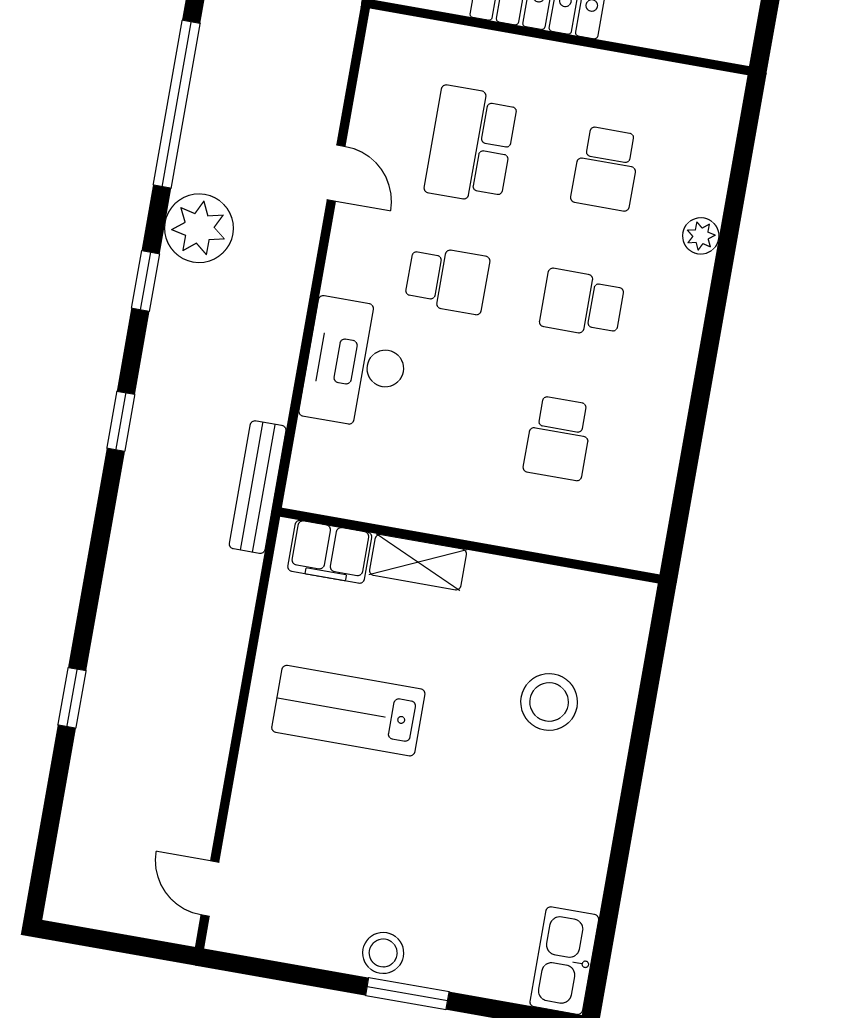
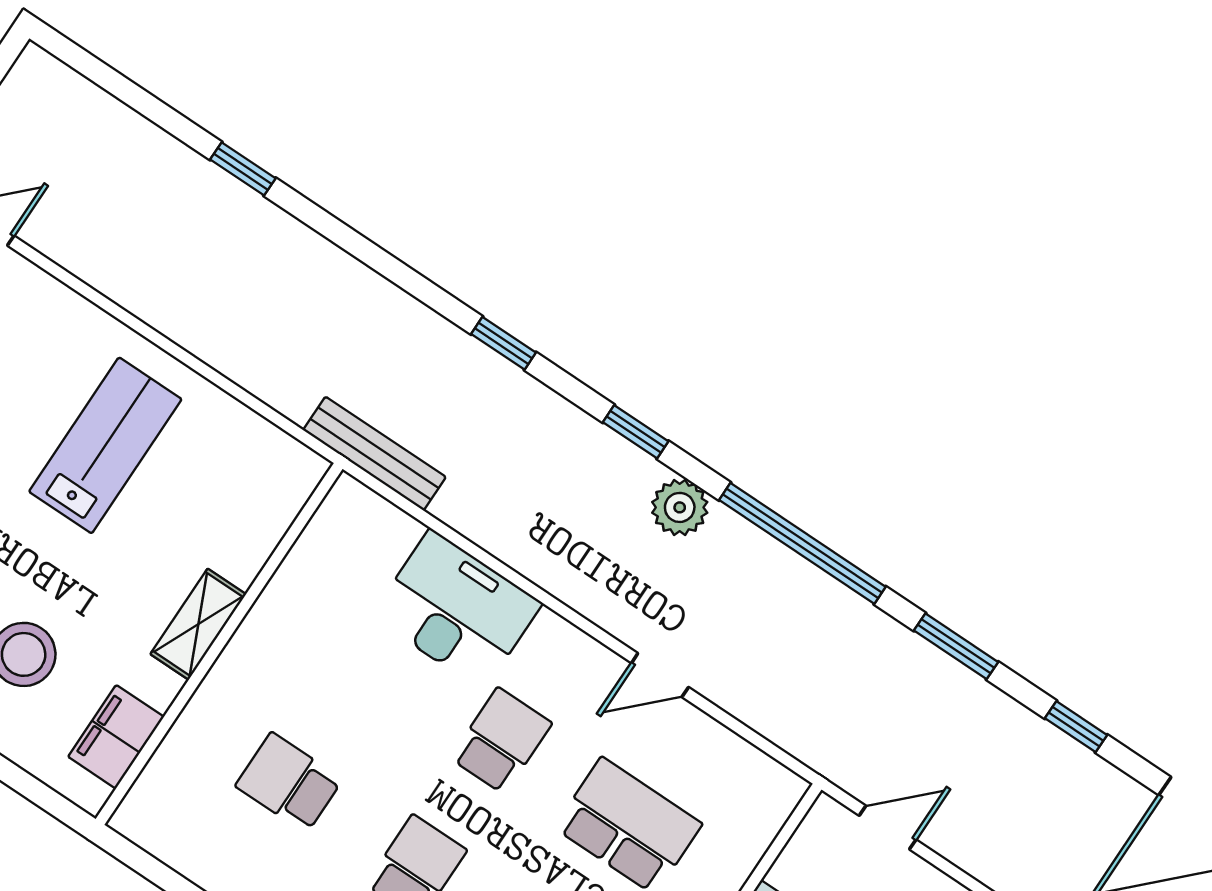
plant: (199, 228) -> (680, 507), width x0.73, depth x0.73
school desk: (447, 280) -> (501, 741), turned 180
filing cabinet: (330, 552) -> (116, 737), moved
shelving: (418, 562) -> (198, 624), moved

